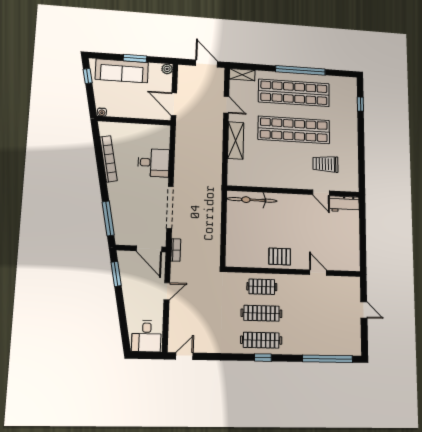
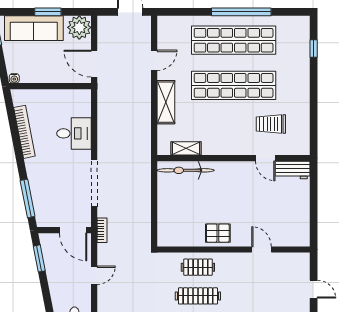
plant: (167, 69) -> (79, 27), width x1.87, depth x1.87
shelving: (242, 75) -> (186, 148), moved
door: (226, 105) -> (154, 60), hinge flipped

